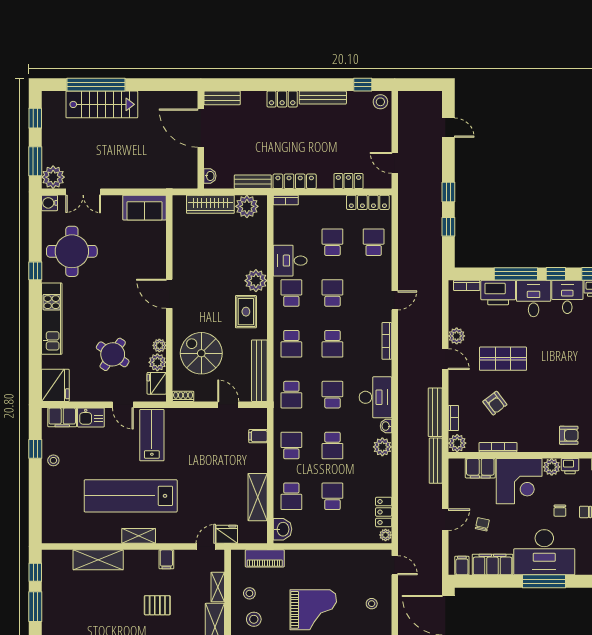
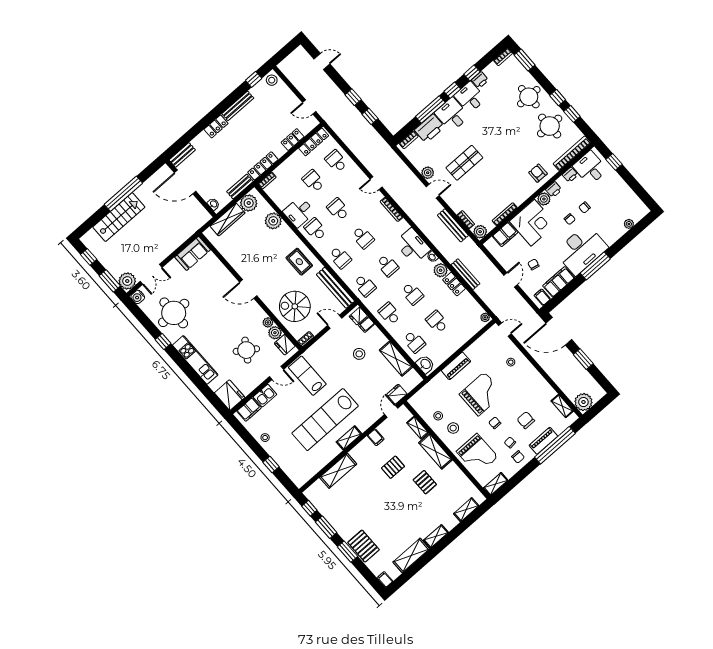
window: (96, 85) -> (123, 194), moved
plant: (256, 281) -> (273, 221), moved
door: (395, 300) -> (376, 183), swing flipped
school desk: (332, 395) -> (388, 266), turned 180
armchair: (495, 403) -> (482, 191), removed
fridge: (257, 420) -> (358, 316), added
armchair: (569, 435) -> (538, 173), turned -90
window: (35, 449) -> (271, 465), moved
stool: (224, 459) -> (359, 354), added
bench: (436, 461) -> (465, 274), moved
locker: (384, 512) -> (454, 284), moved
piano: (265, 558) -> (456, 366), moved

